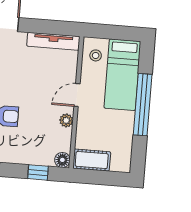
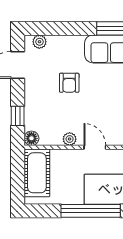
cot: (92, 160) -> (37, 173), width x1.37, depth x1.34

